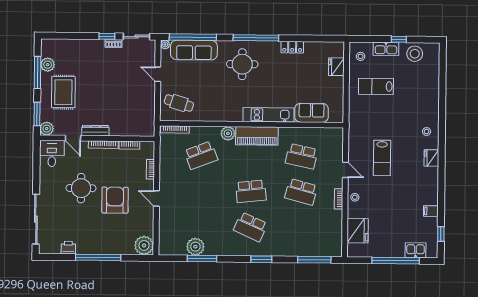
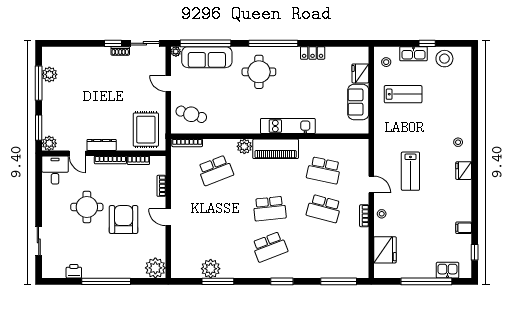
lab bench: (376, 86) -> (403, 94), turned 180
rug: (63, 92) -> (146, 130), moved
sofa: (312, 113) -> (358, 102), moved, turned -90
sliding door: (36, 219) -> (39, 241), width x0.54
school desk: (250, 227) -> (270, 247), turned -45

